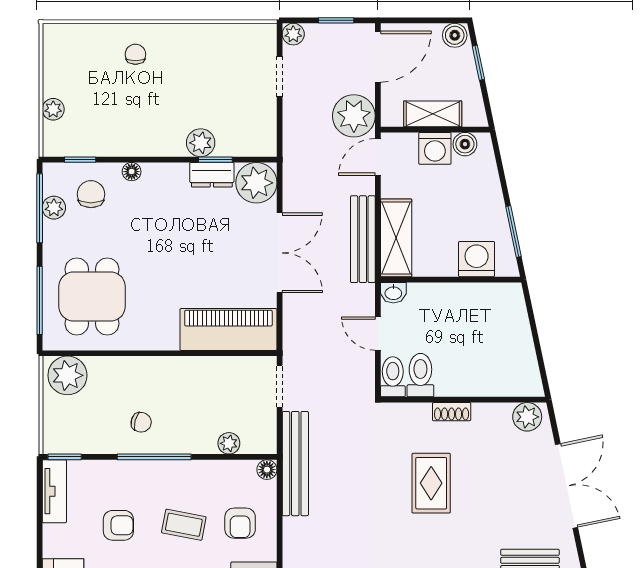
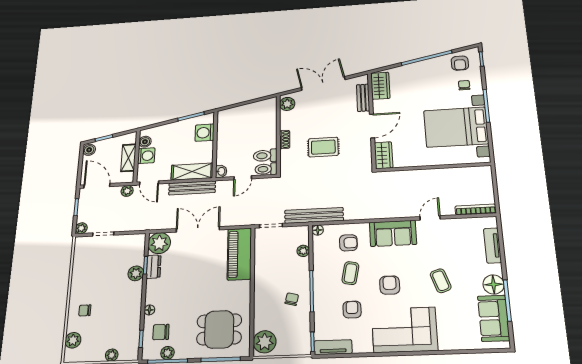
plant: (82, 37) -> (73, 340), added
plant: (354, 116) -> (127, 191), width x0.53, depth x0.53

